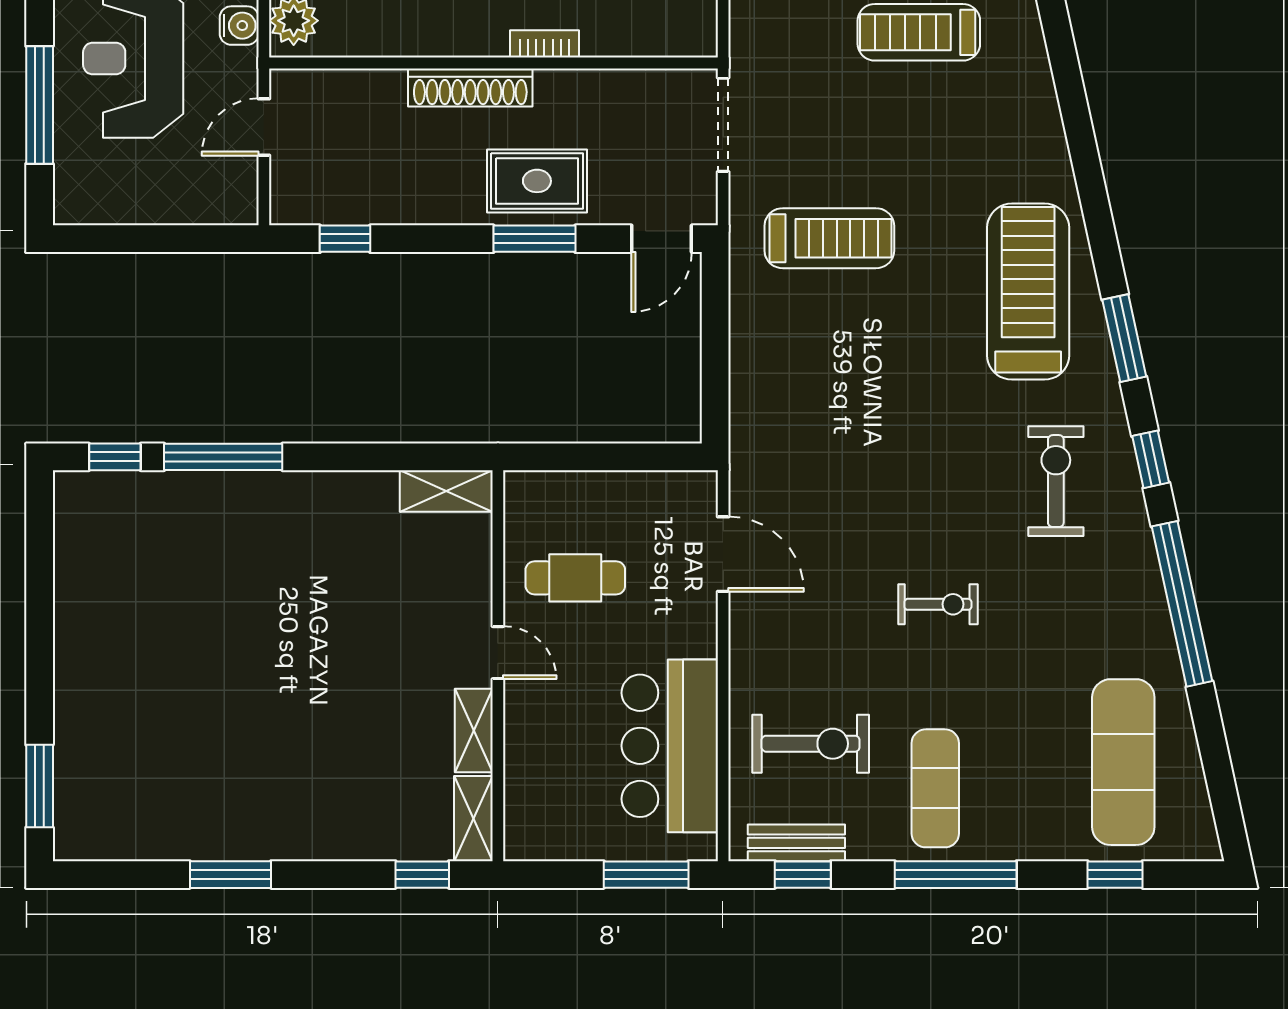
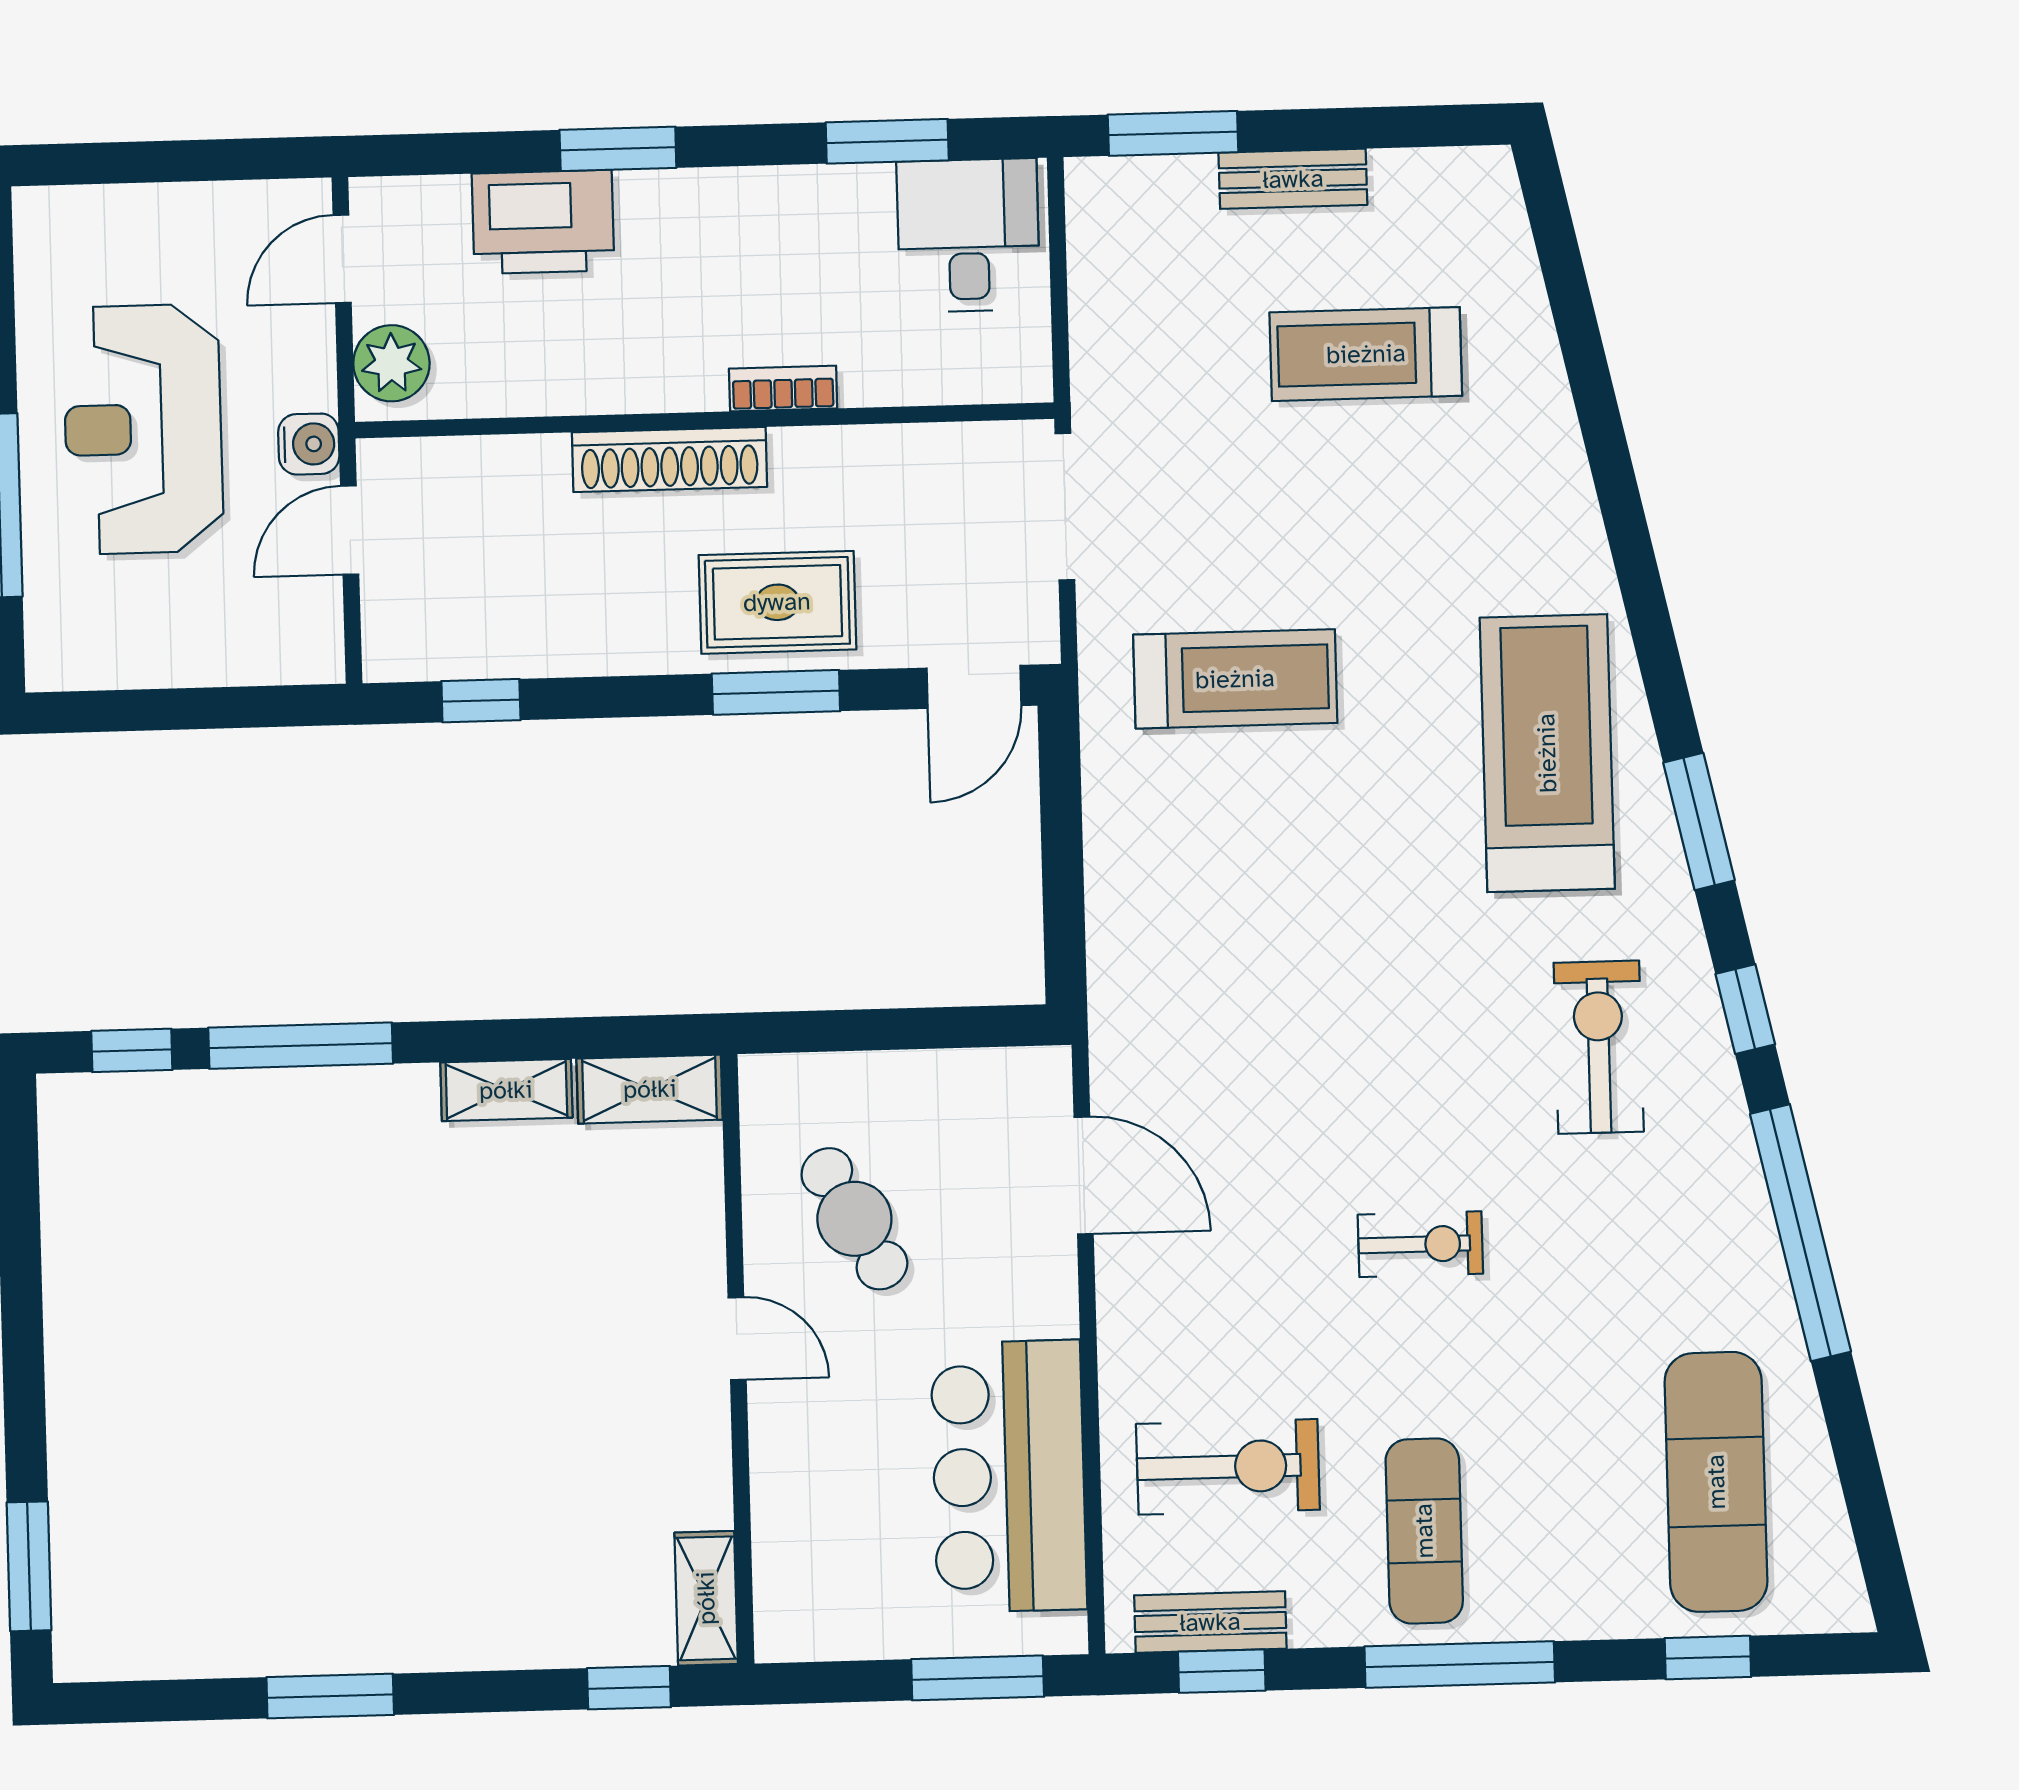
water cooler: (239, 26) -> (309, 444), moved
cafe table: (575, 578) -> (854, 1219), turned 61
shelving: (474, 731) -> (506, 1090), moved, turned 90

